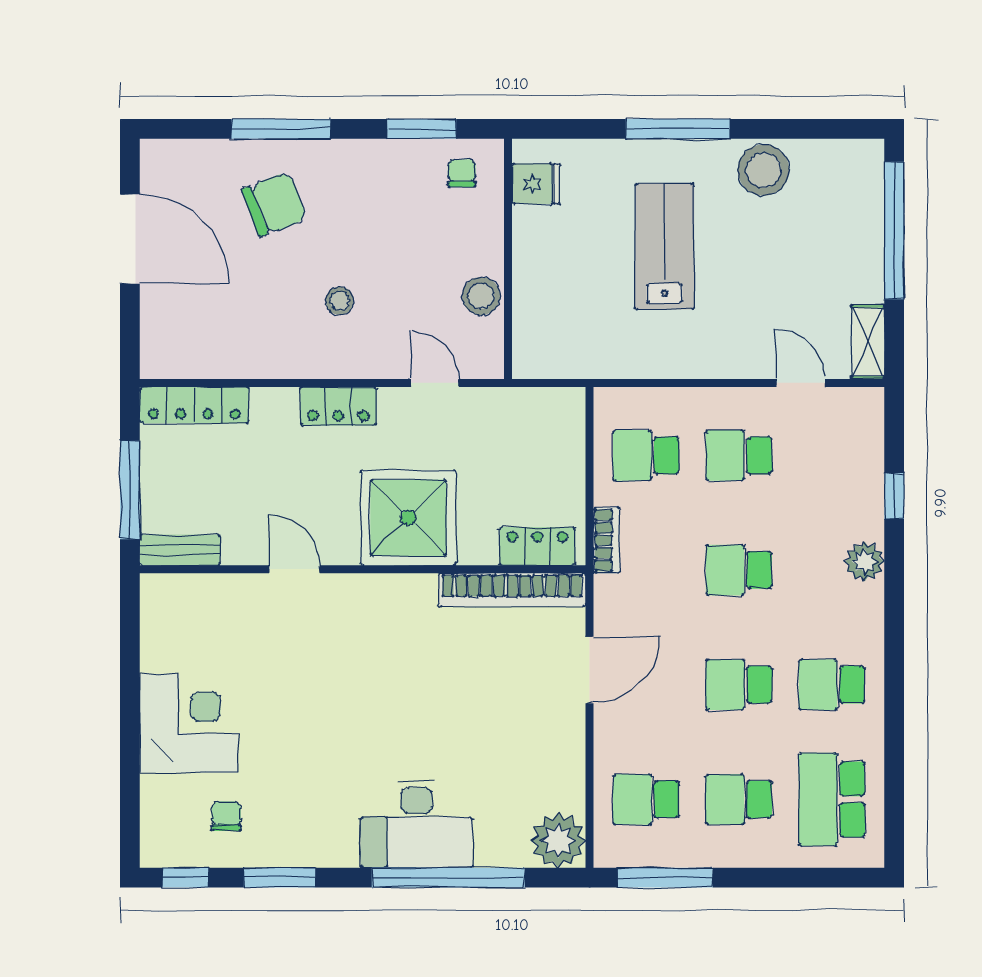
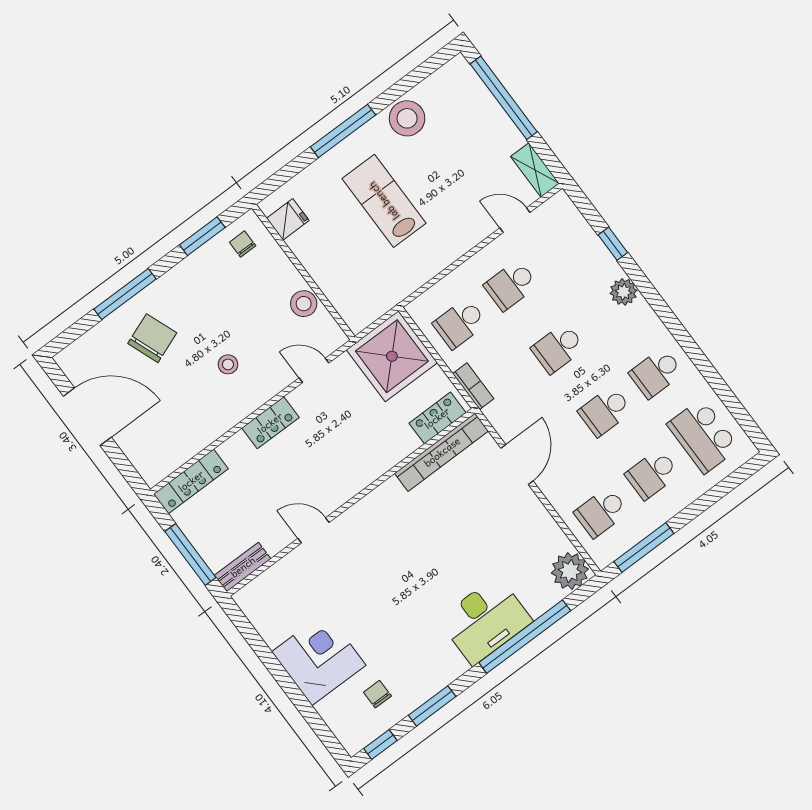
shower: (408, 518) -> (392, 356), moved

